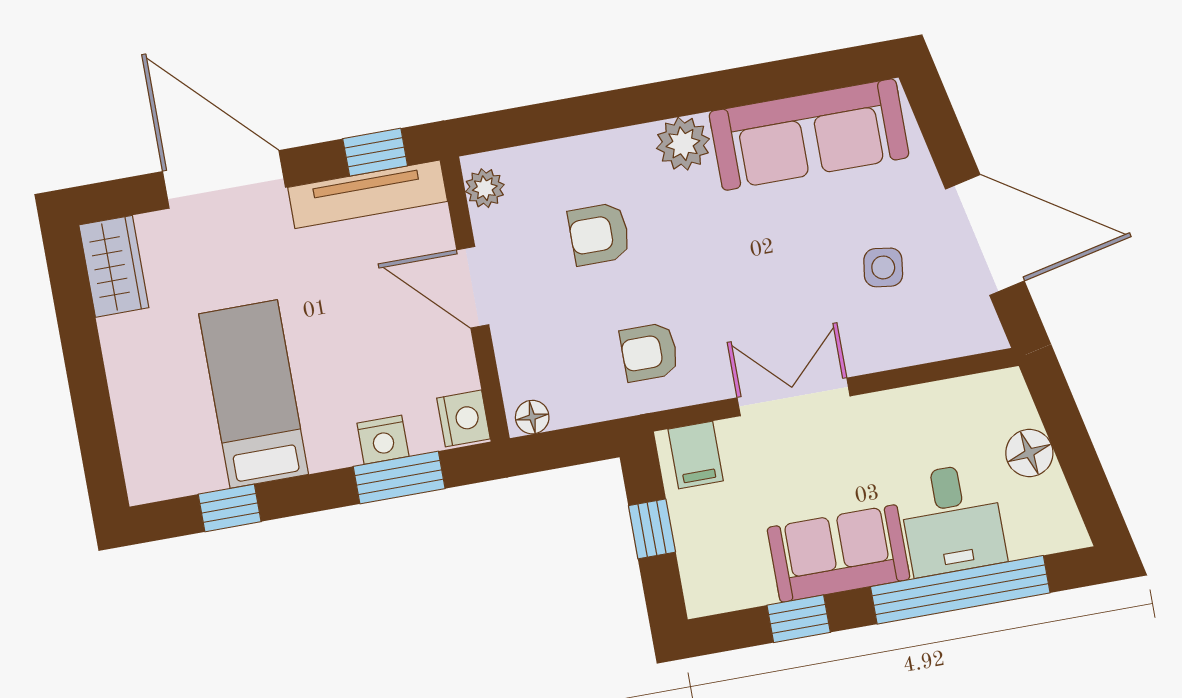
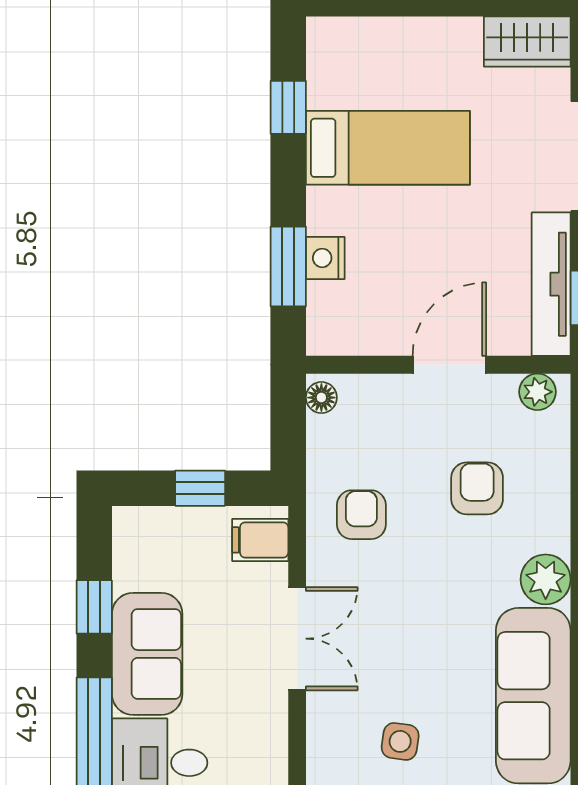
nightstand: (463, 418) -> (331, 335), removed

